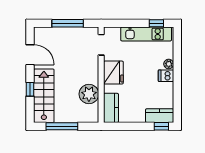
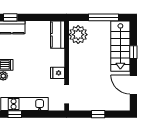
window: (68, 23) -> (98, 114), width x0.46
fridge: (113, 73) -> (57, 73), width x0.53, depth x0.75
plant: (89, 94) -> (78, 35), moved

